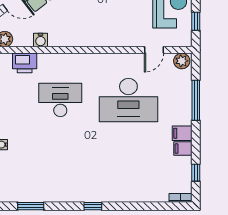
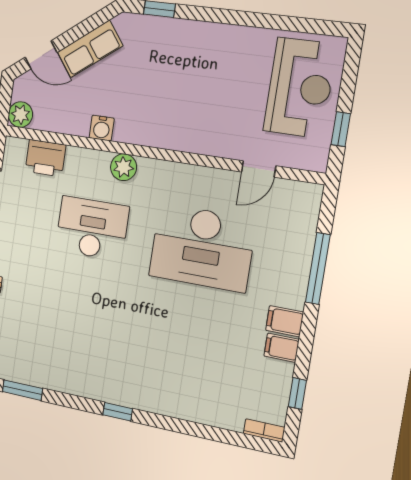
water cooler: (41, 40) -> (102, 128), moved
plant: (182, 61) -> (124, 167), moved

